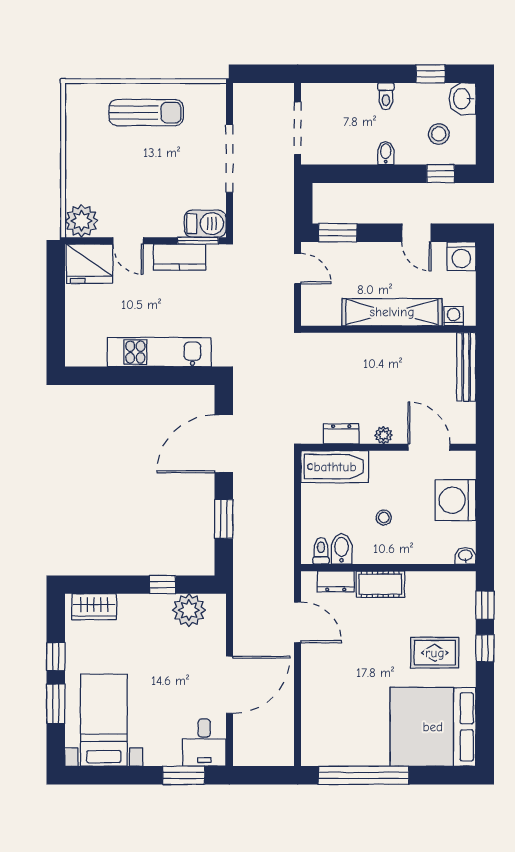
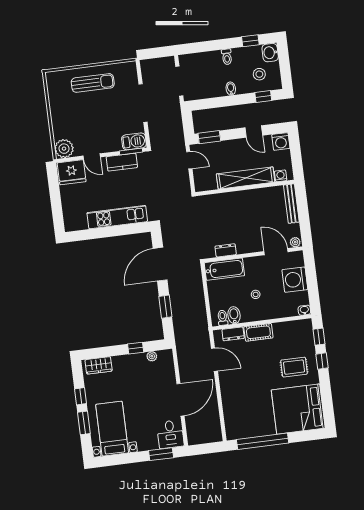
plant: (384, 435) -> (295, 242), moved
plant: (189, 610) -> (152, 356), width x0.53, depth x0.53

